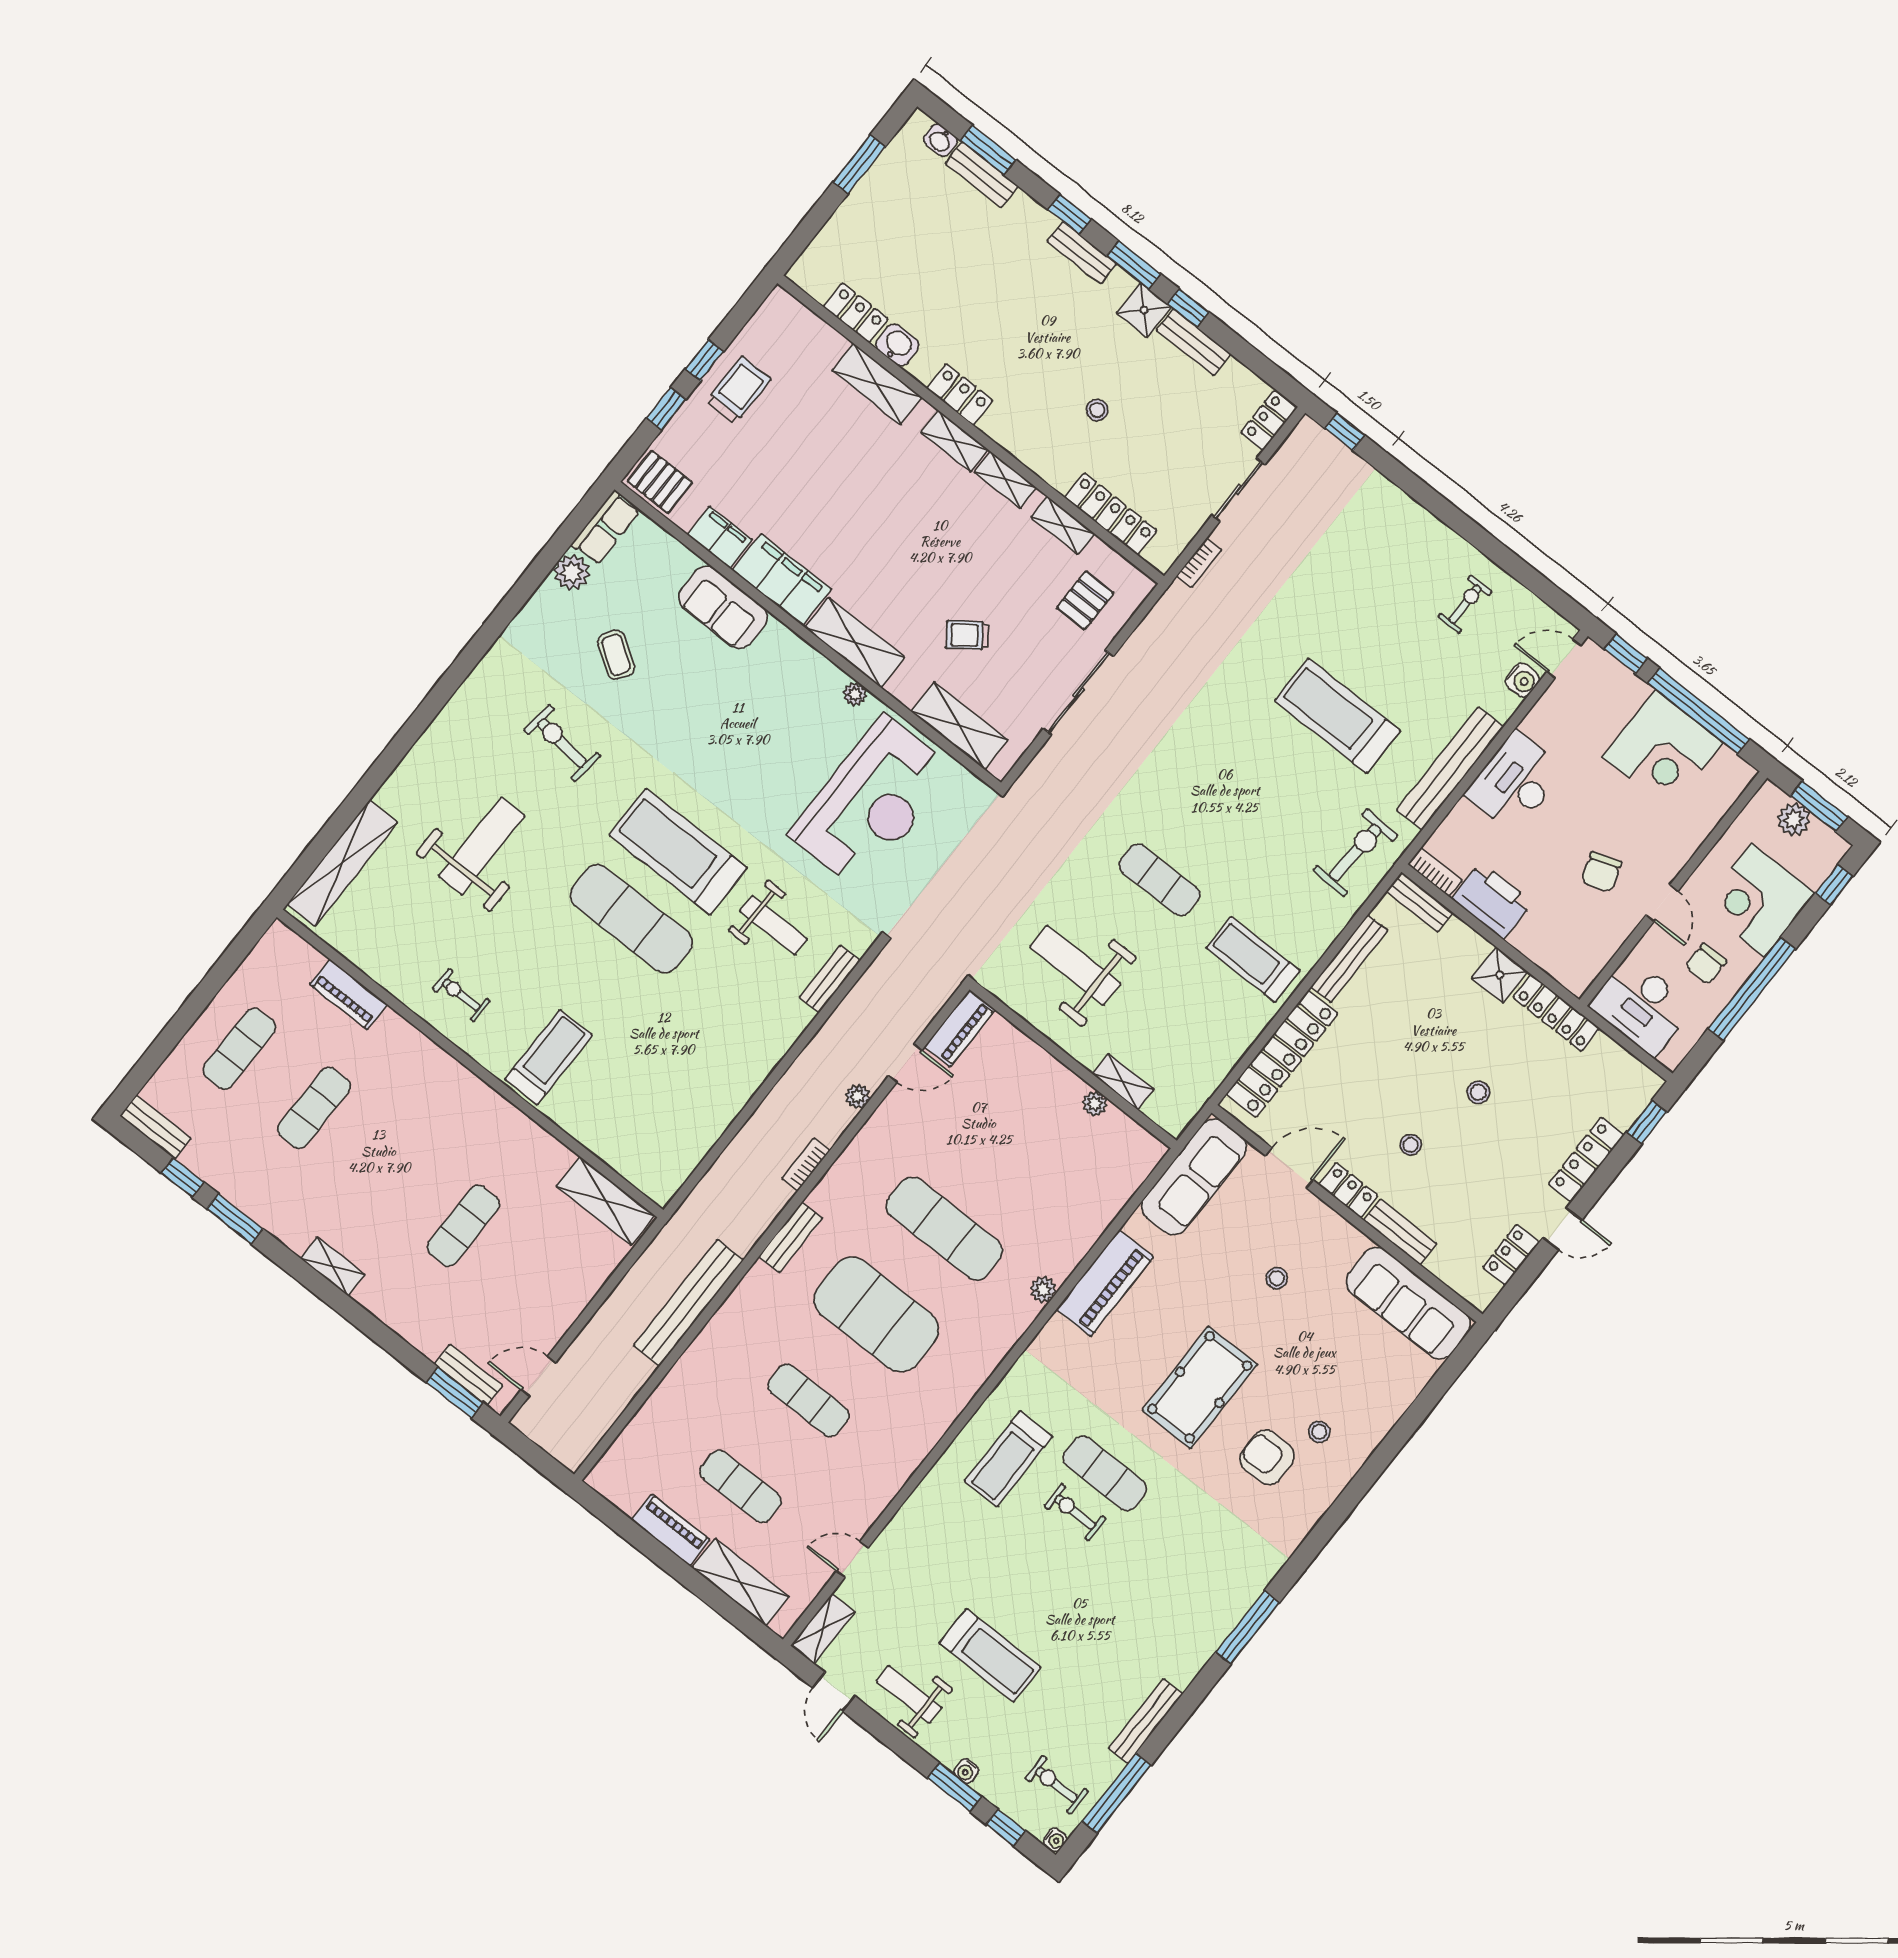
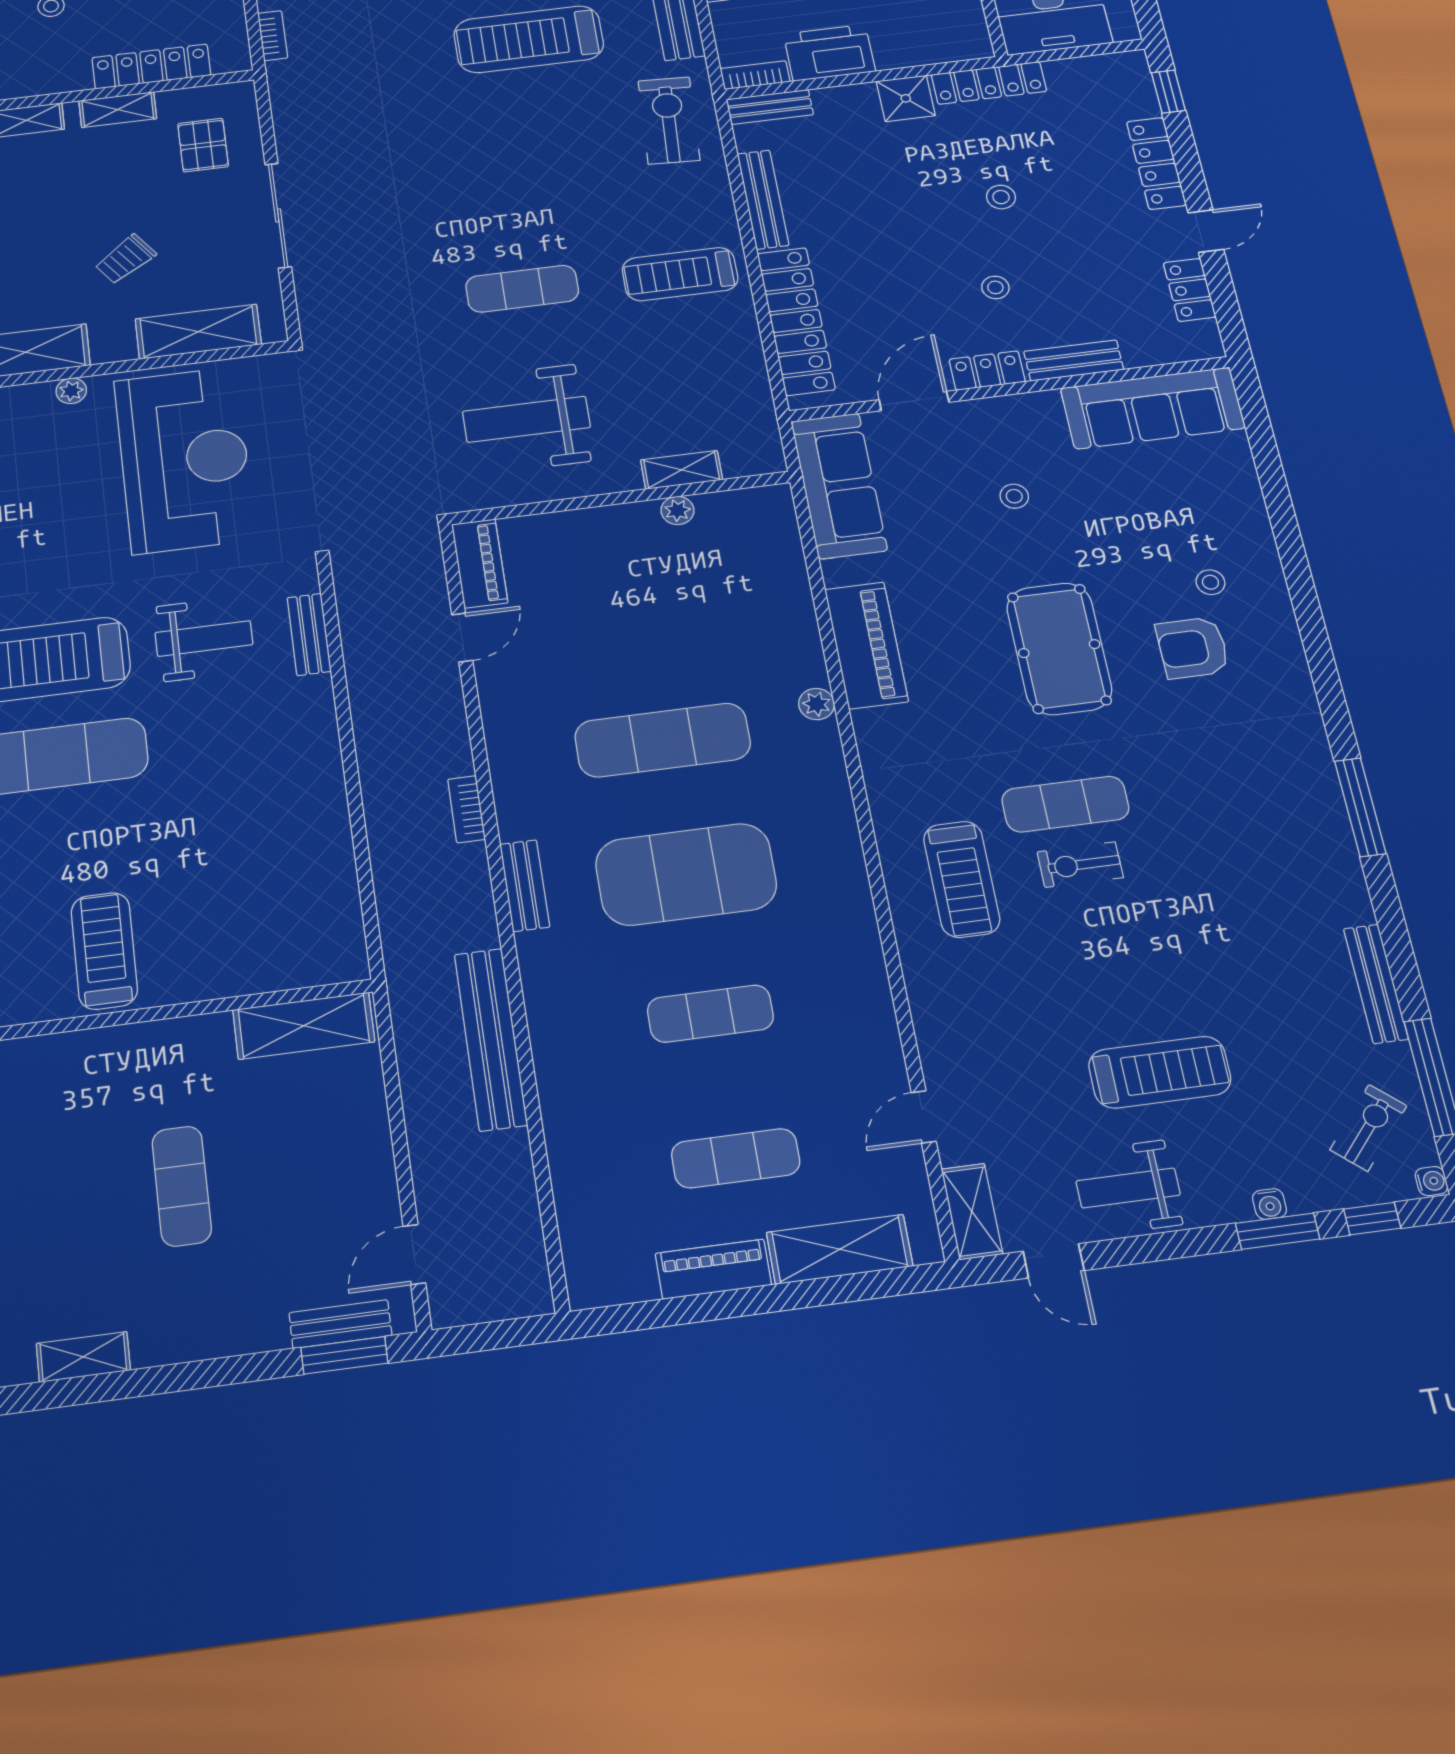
plant: (858, 1096) -> (449, 706), removed
exercise bike: (1056, 1785) -> (1368, 1128), turned 131

